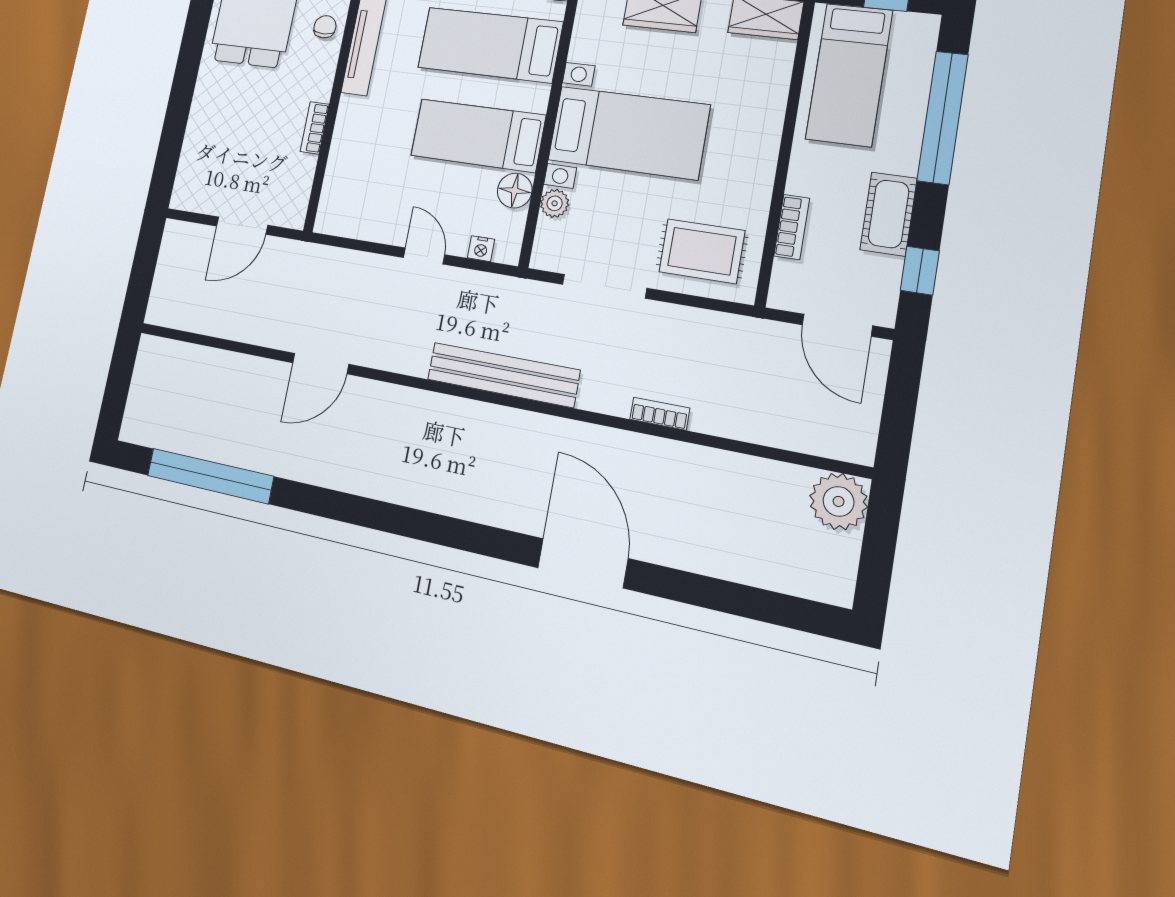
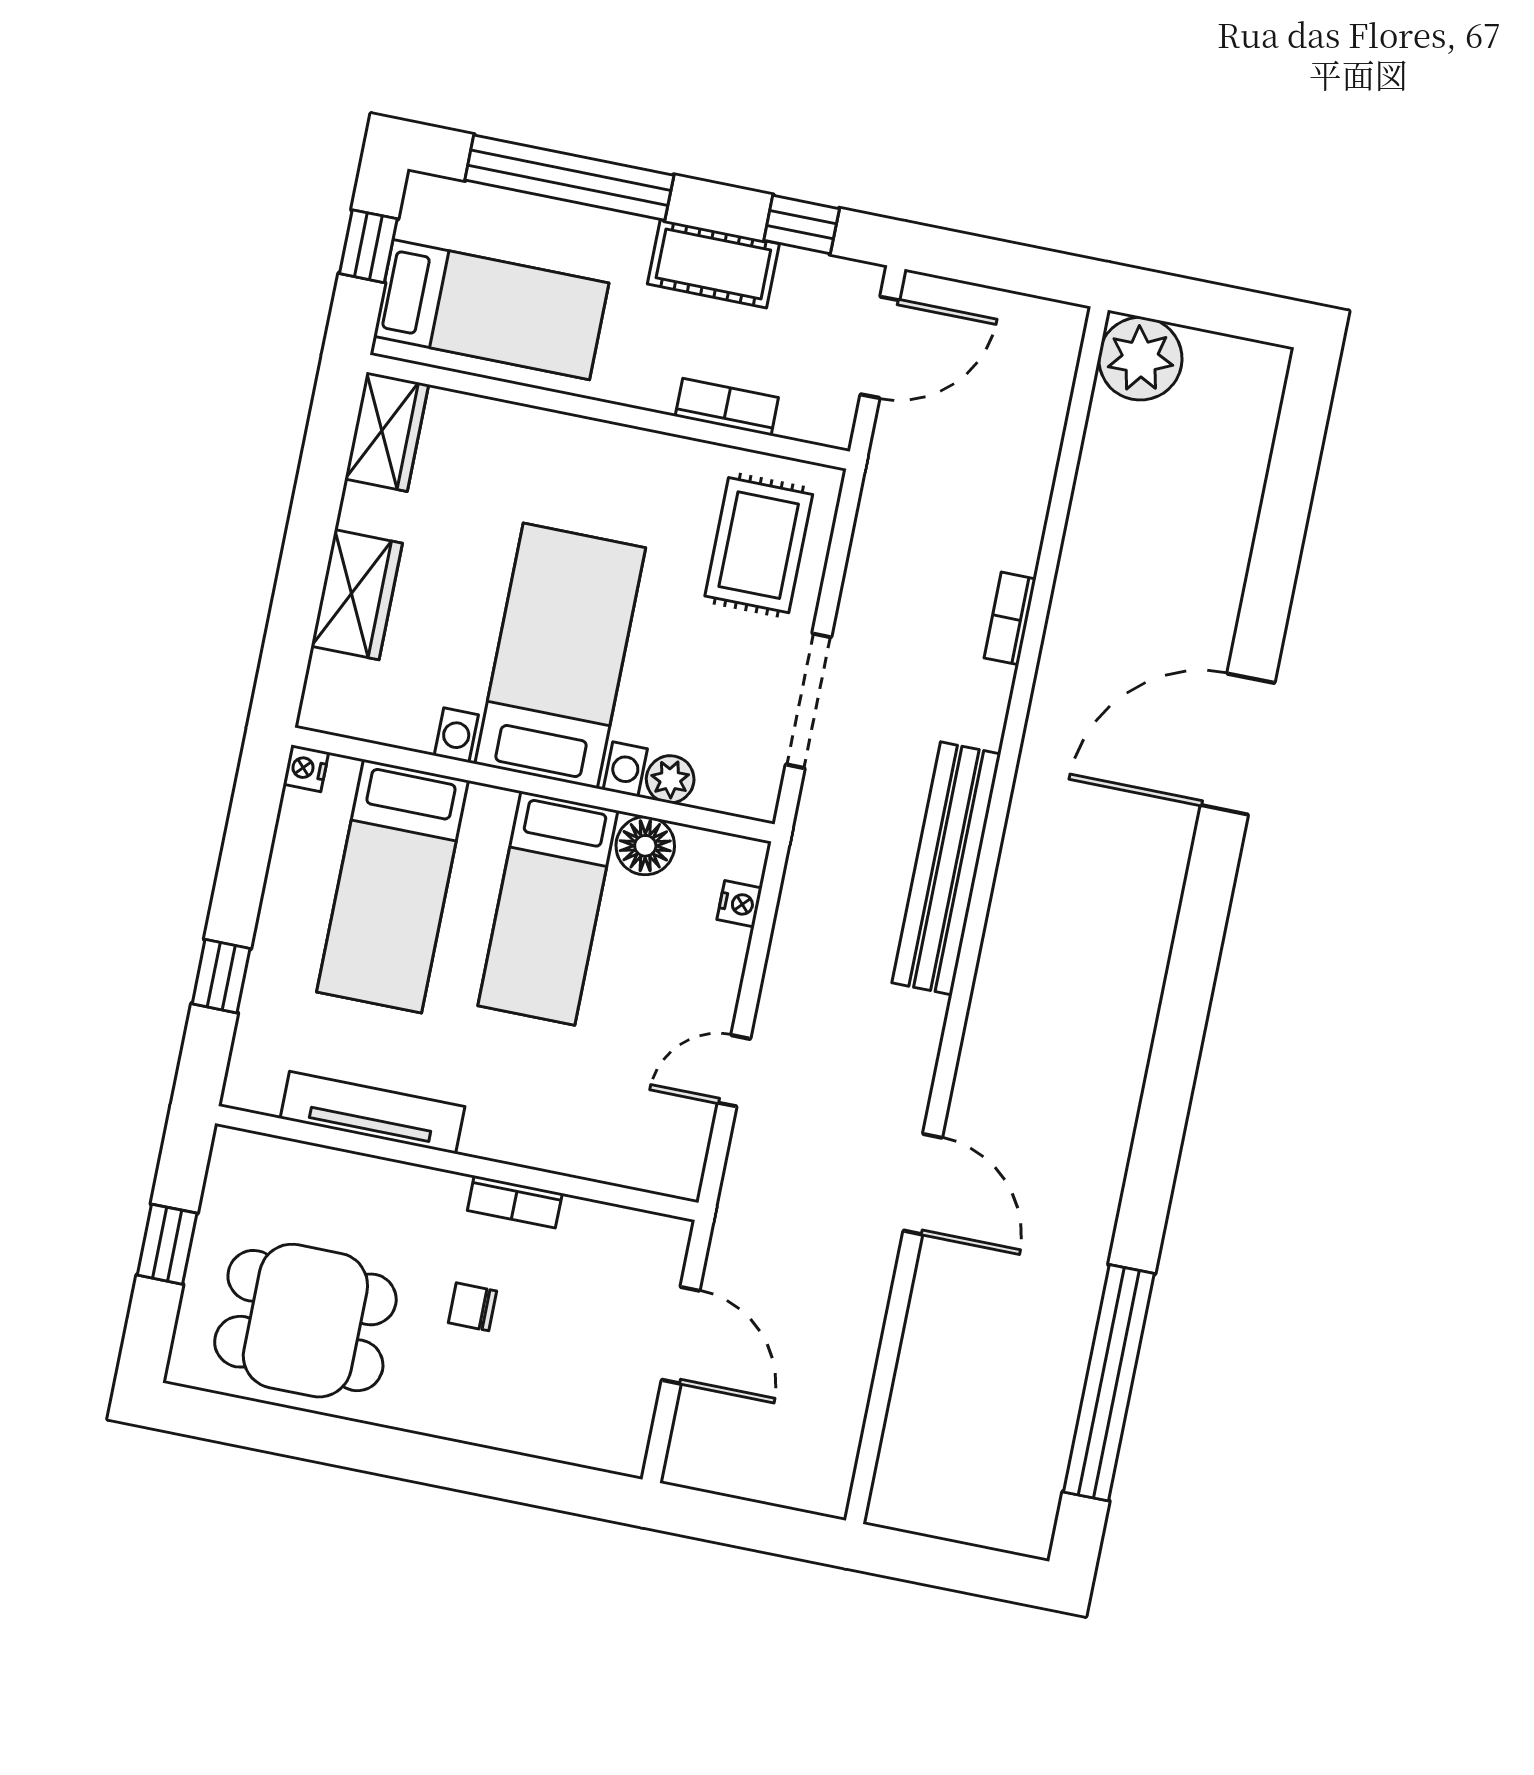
chair: (325, 27) -> (472, 1307), moved
door: (424, 256) -> (734, 1071), moved

